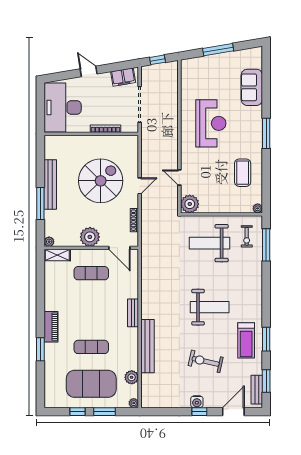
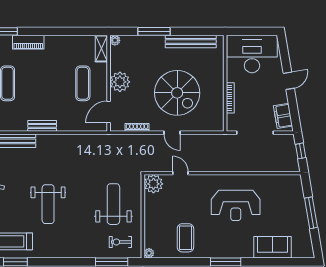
coffee table: (243, 173) -> (185, 238), turned 90
door: (179, 178) -> (180, 173), hinge flipped
bench: (50, 184) -> (191, 41), moved

